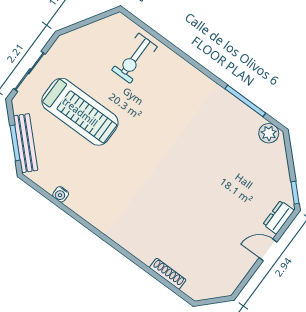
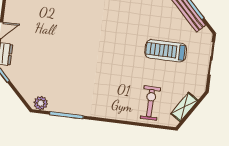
shelving: (96, 30) -> (184, 107), added
treadmill: (80, 112) -> (166, 51), width x0.73, depth x0.73

